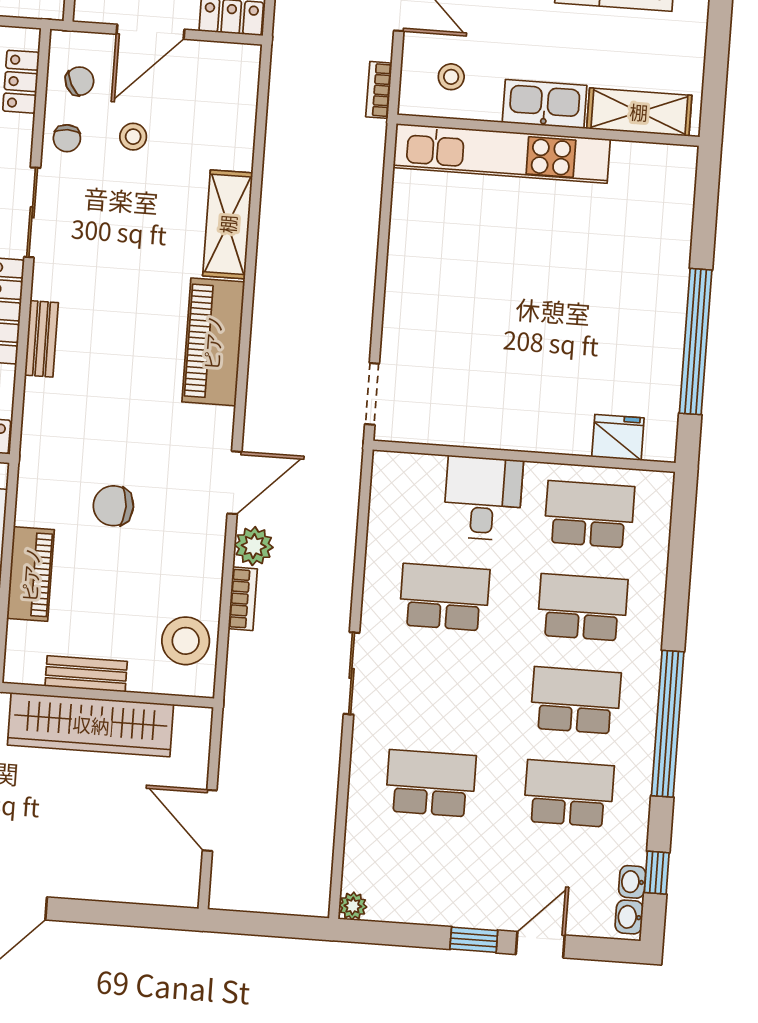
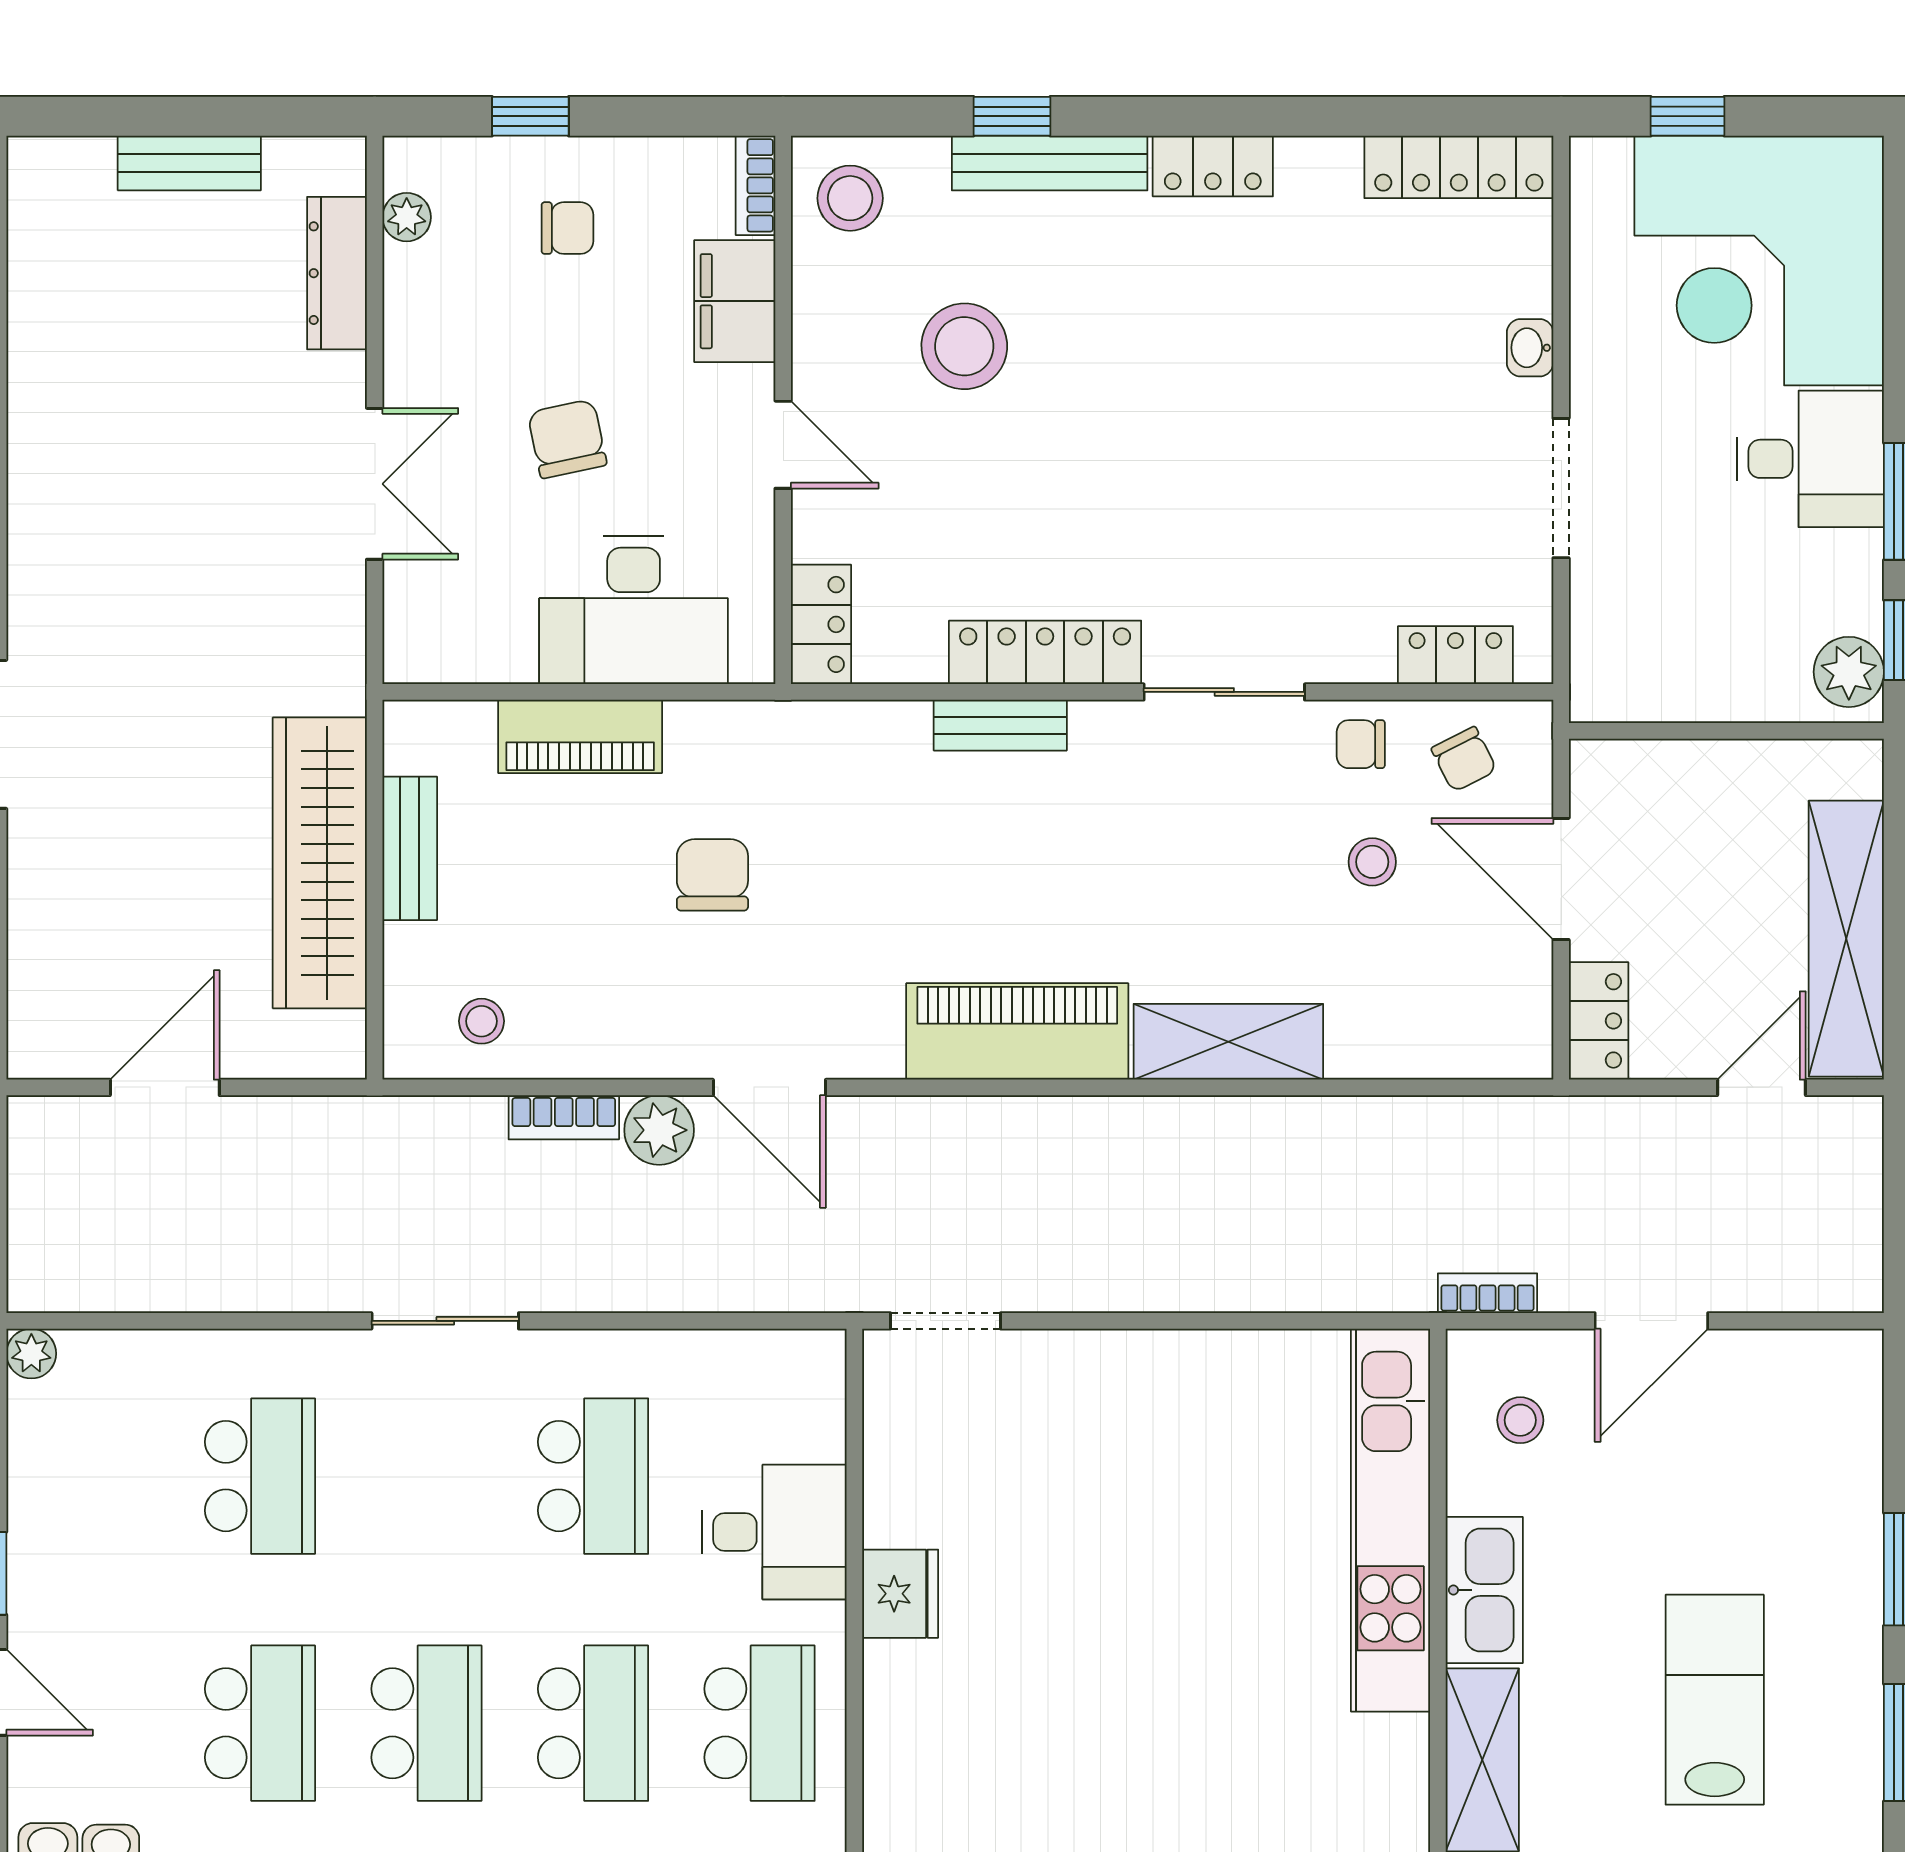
fridge: (618, 437) -> (900, 1594), moved
stool: (186, 641) -> (481, 1021), width x0.53, depth x0.53

